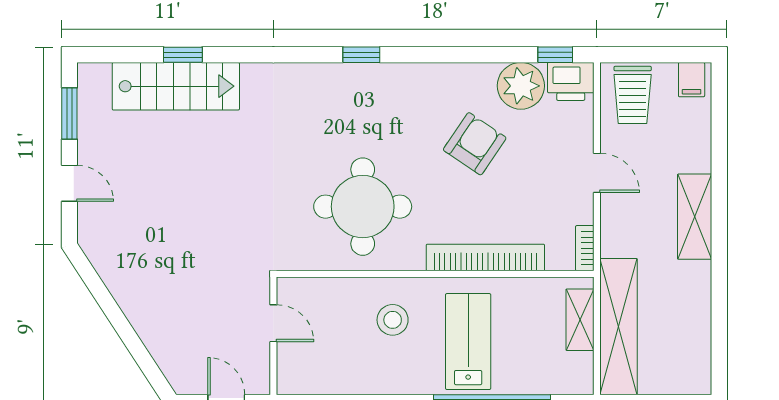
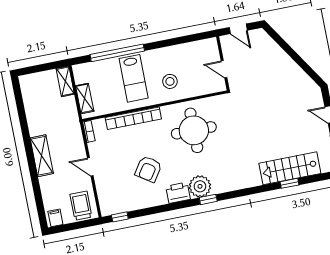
printer: (571, 81) -> (178, 193), moved
plant: (521, 86) -> (200, 186), moved
shelving: (619, 327) -> (65, 81), width x0.45, depth x0.75

